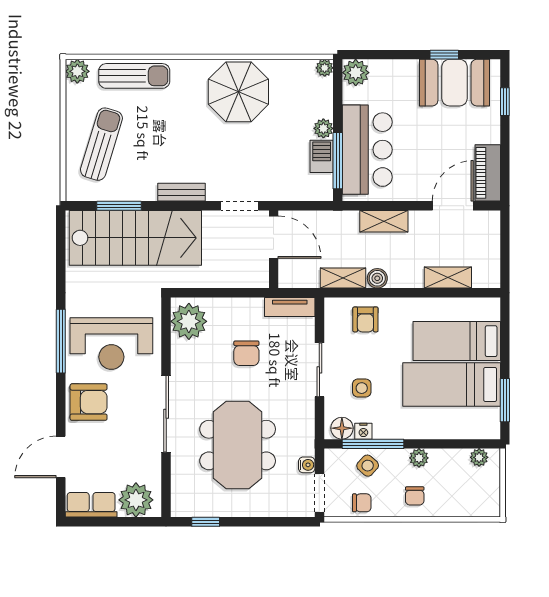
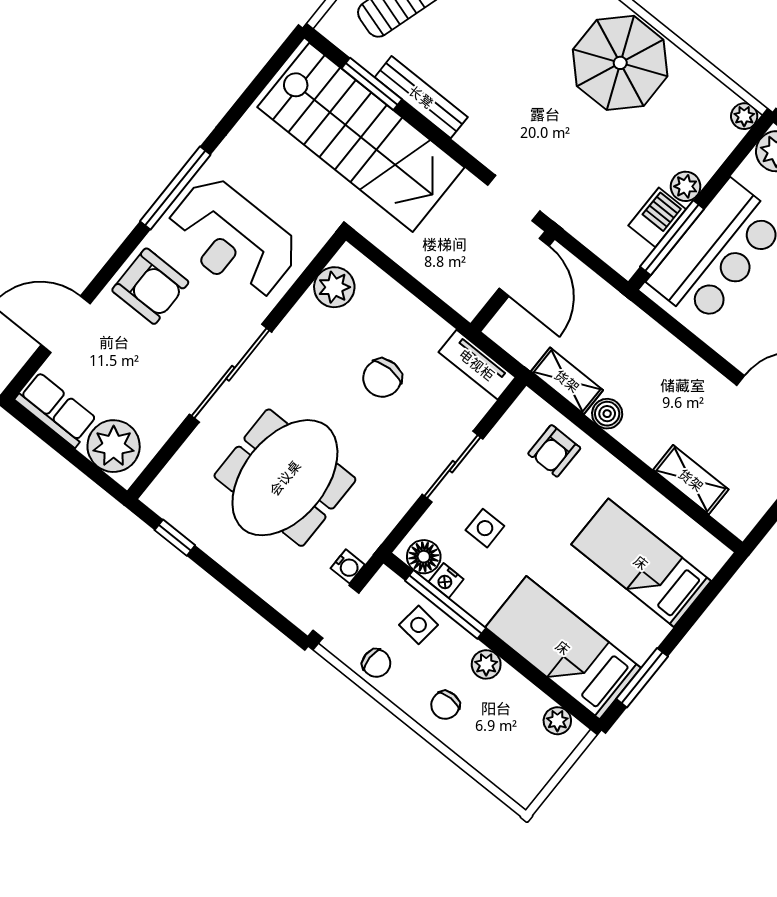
bench: (181, 192) -> (421, 97), moved, width x1.36
shelving: (384, 221) -> (669, 353), removed
plant: (189, 321) -> (334, 287), width x0.73, depth x0.73
bed: (452, 384) -> (563, 648), moved
side table: (368, 466) -> (419, 625), turned -36

